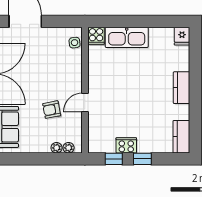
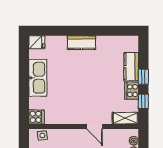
kitchen sink: (127, 37) -> (38, 78), moved
kitchen counter: (181, 137) -> (131, 67), moved, turned 90
shelving: (95, 138) -> (125, 118), added

